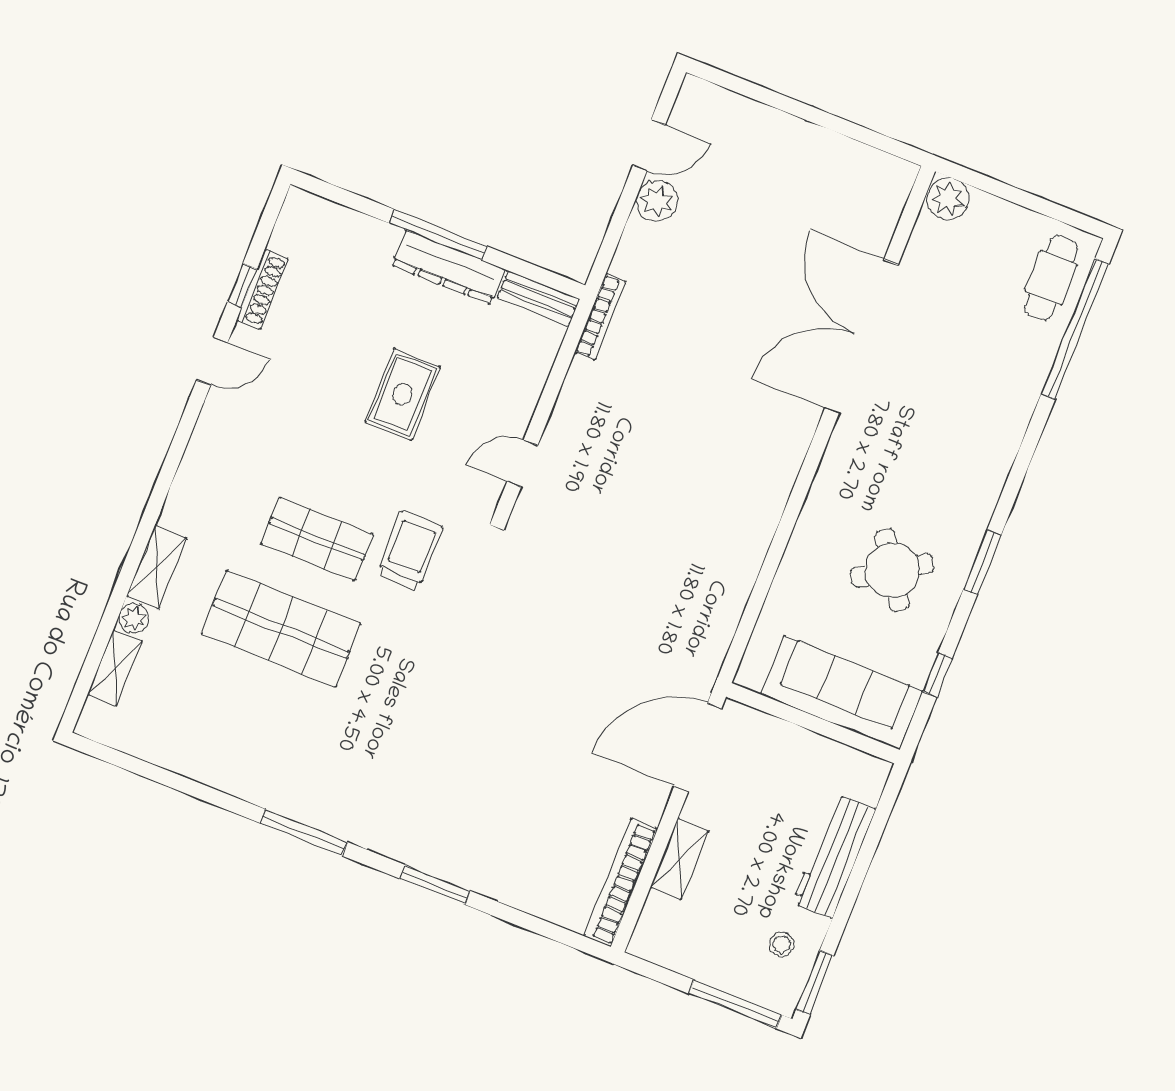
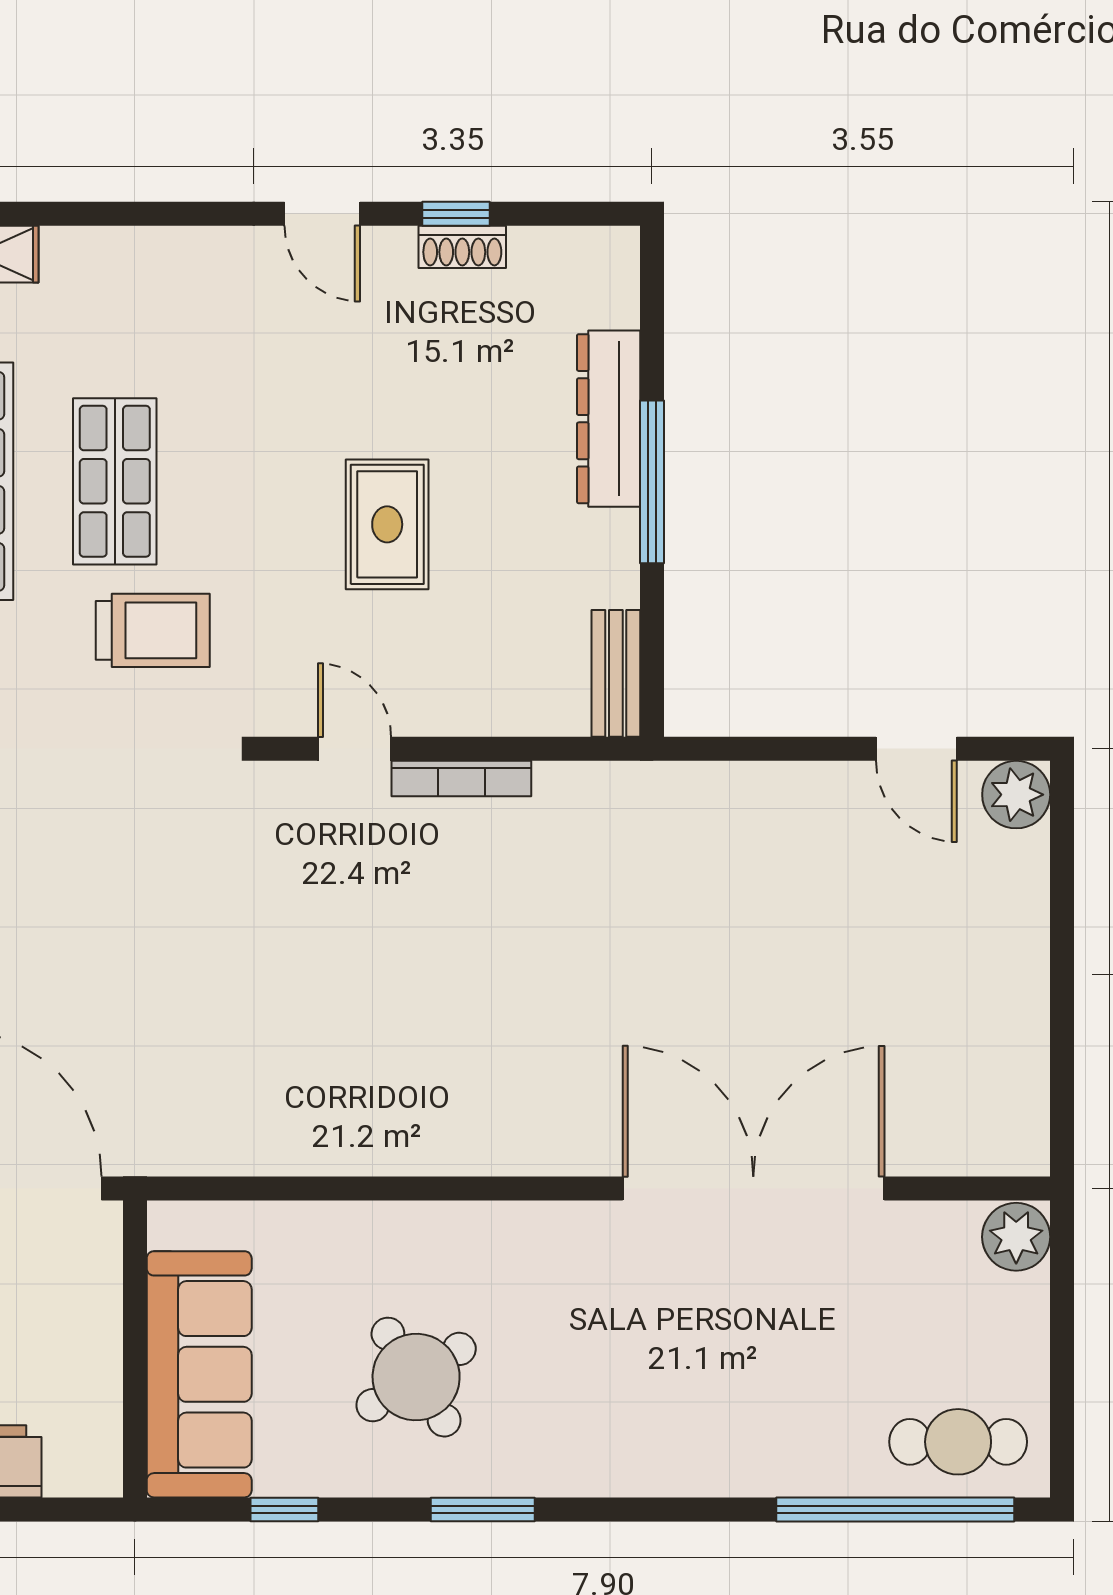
plant: (657, 201) -> (1016, 795), moved
dresser: (448, 267) -> (609, 419), moved
shoe rack: (262, 289) -> (462, 247), width x0.70
bookcase: (600, 317) -> (461, 779), moved
rug: (403, 394) -> (387, 524), turned 90

